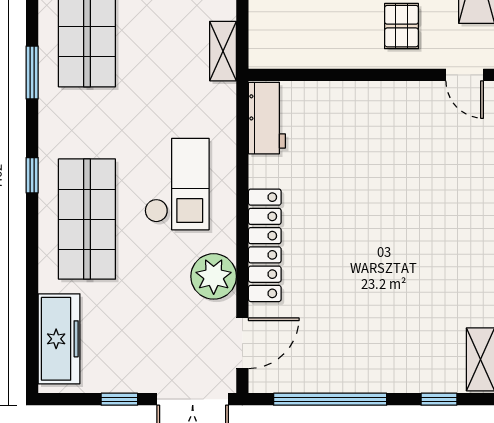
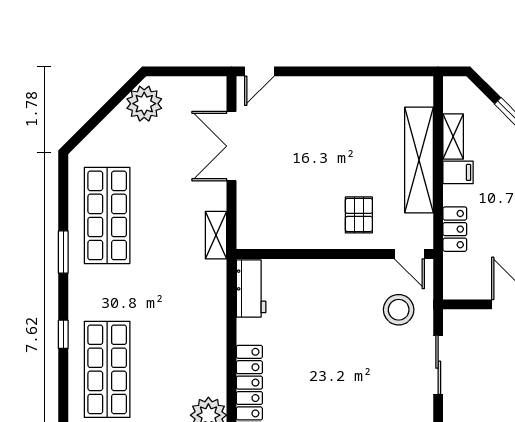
stool: (451, 145) -> (399, 310), added
checkout: (177, 184) -> (179, 341), removed

